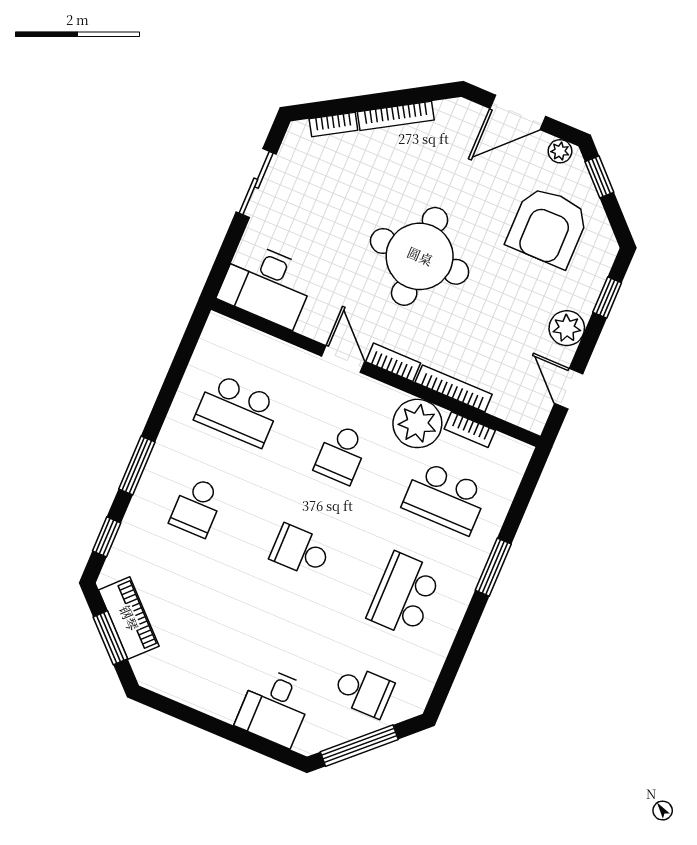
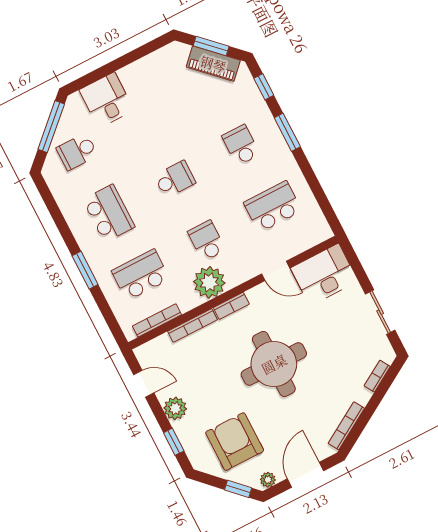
bookcase: (396, 116) -> (346, 426), moved
door: (343, 359) -> (276, 271), moved
plant: (417, 423) -> (209, 282), moved
bookcase: (470, 430) -> (157, 320), width x1.56

